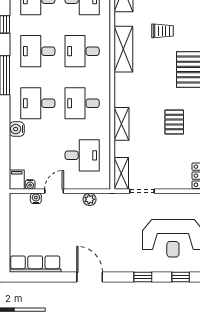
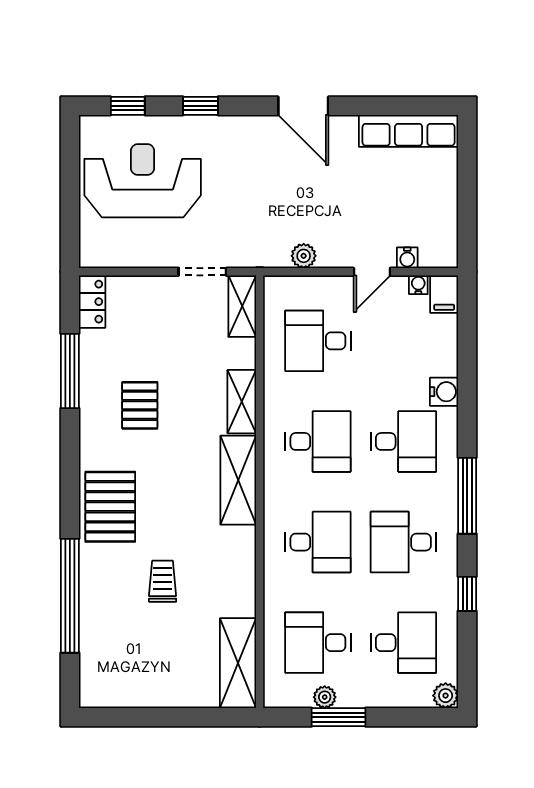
trolley: (163, 31) -> (163, 581), turned 90
shelving: (123, 49) -> (238, 480), moved
desk: (38, 51) -> (403, 542), turned 180

